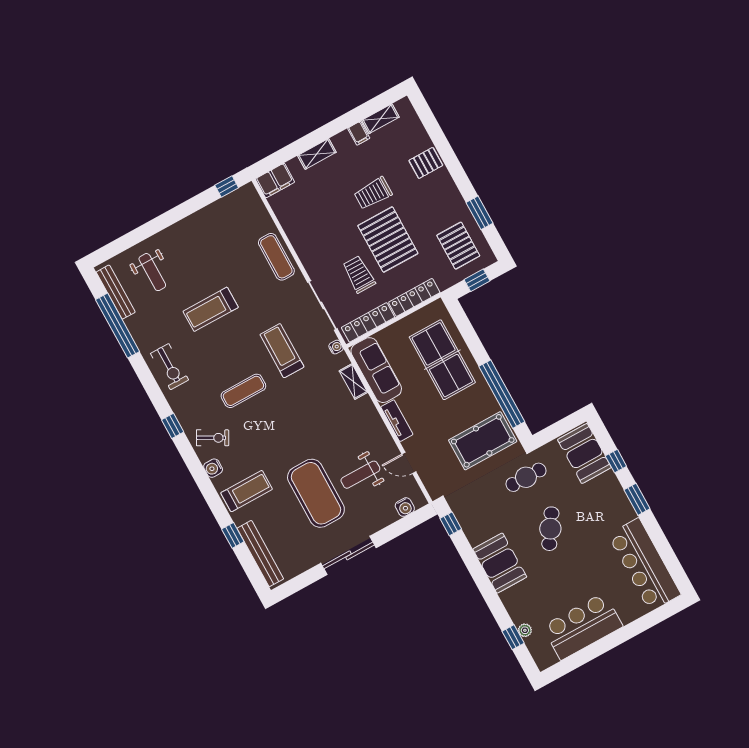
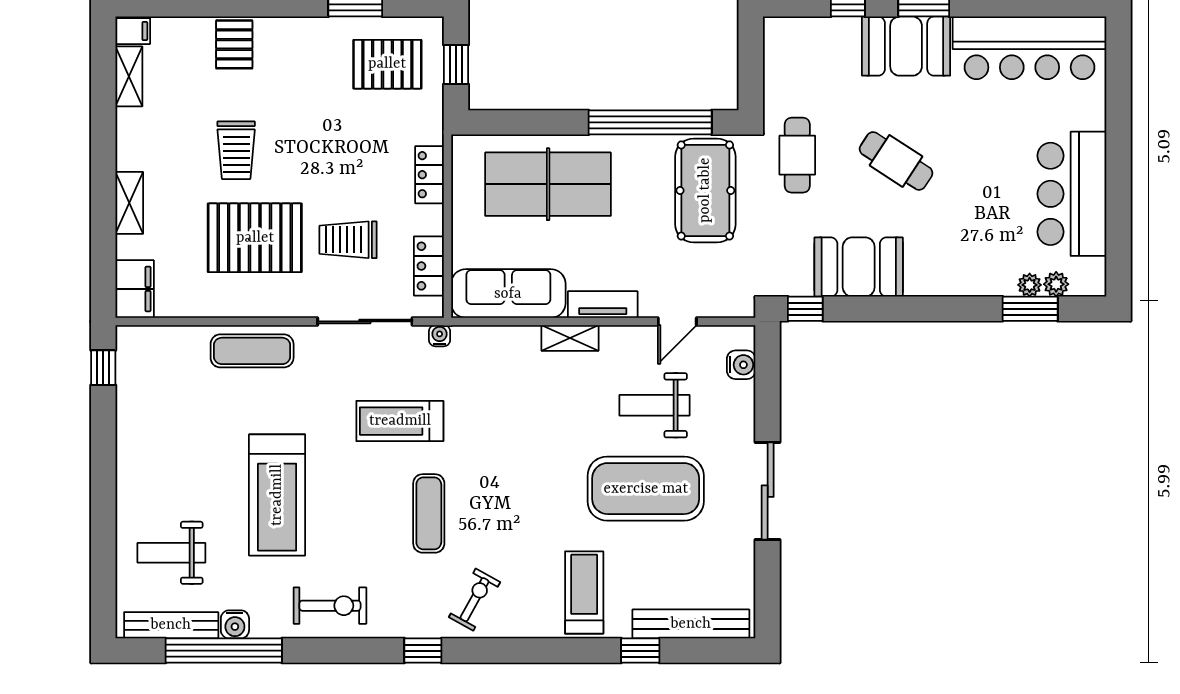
filing cabinet: (359, 133) -> (133, 31), moved
pallet: (388, 240) -> (255, 238), moved
weight bench: (152, 272) -> (171, 553), turned 180
locker: (414, 297) -> (429, 175), width x0.66
treadmill: (211, 309) -> (277, 495), width x1.37, depth x1.38
locker: (368, 322) -> (429, 266), width x0.66
shelving: (353, 382) -> (570, 338), moved
booth: (584, 453) -> (906, 46), moved
water cooler: (213, 468) -> (235, 624), moved
weight bench: (360, 475) -> (655, 405), turned 90
booth: (500, 563) -> (859, 267), moved
window: (513, 637) -> (1030, 309), width x1.50
plant: (533, 643) -> (1056, 284), added

